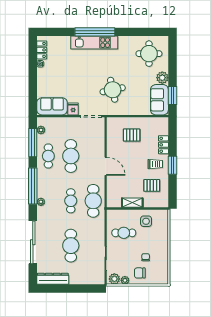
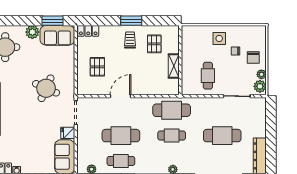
round table: (113, 90) -> (46, 88), turned 36
locker: (163, 145) -> (88, 31), moved
door: (106, 166) -> (120, 96), moved
side table: (146, 221) -> (219, 38), moved

